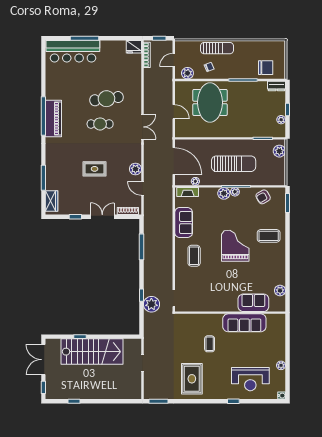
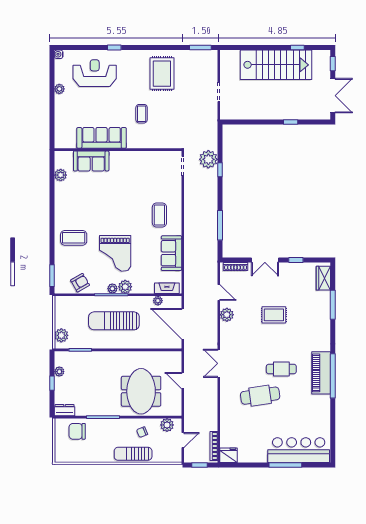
cafe table: (100, 124) -> (281, 369), moved
grand piano: (235, 246) -> (115, 253), moved
stairs: (92, 352) -> (276, 65), moved, turned 180

